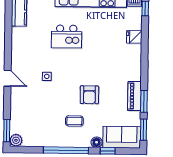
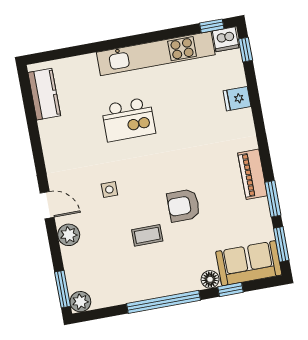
armchair: (89, 95) -> (183, 205), turned 90
piano: (134, 96) -> (253, 174), moved
plant: (17, 99) -> (69, 235), added
coffee table: (74, 121) -> (147, 235), moved

